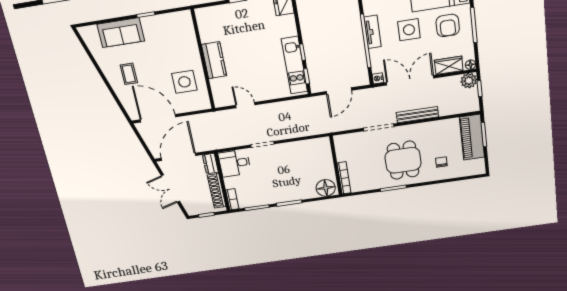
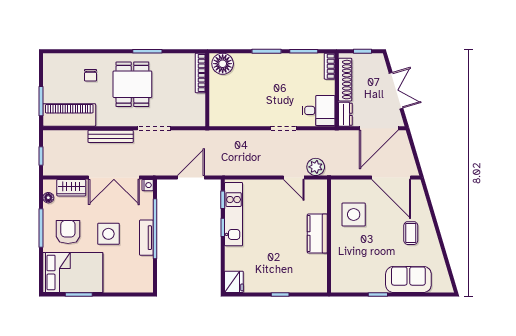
floor lamp: (471, 65) -> (48, 198), moved
plant: (469, 81) -> (316, 167), moved
piano: (472, 137) -> (69, 115), moved, turned -90

